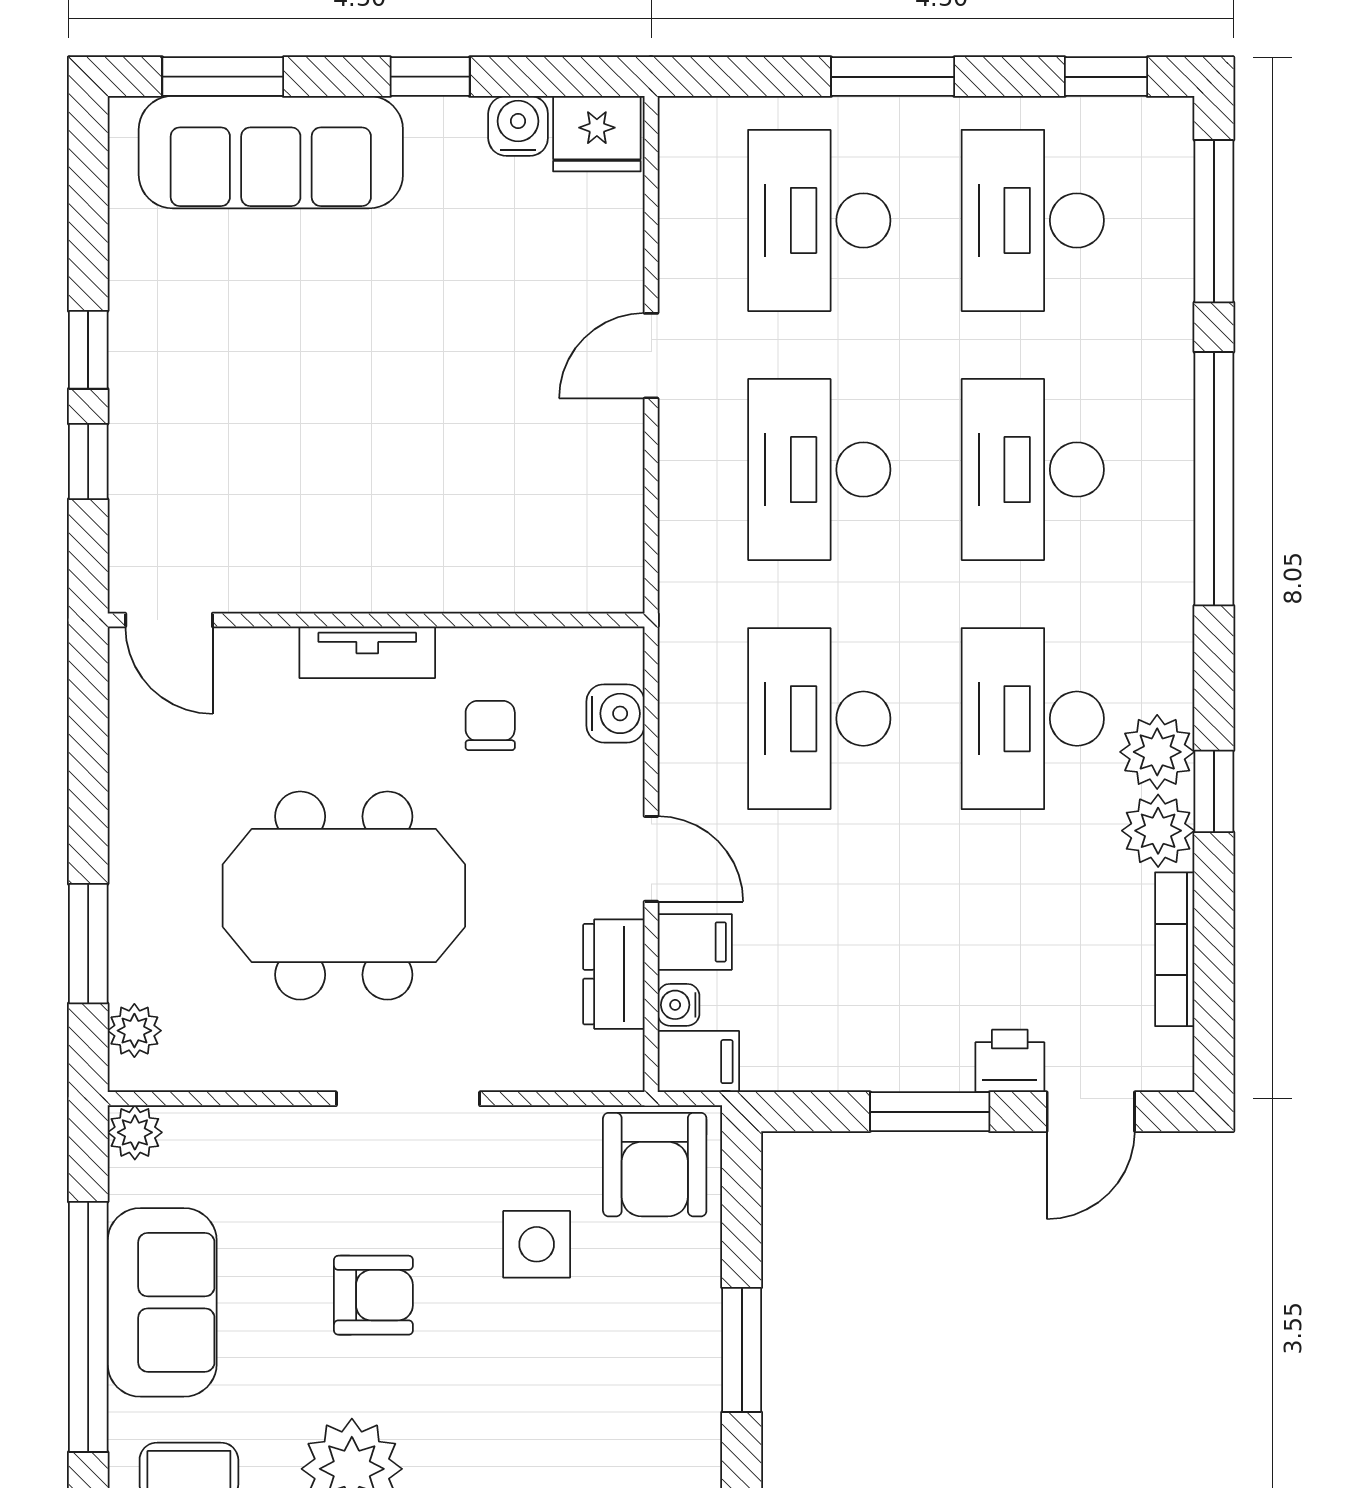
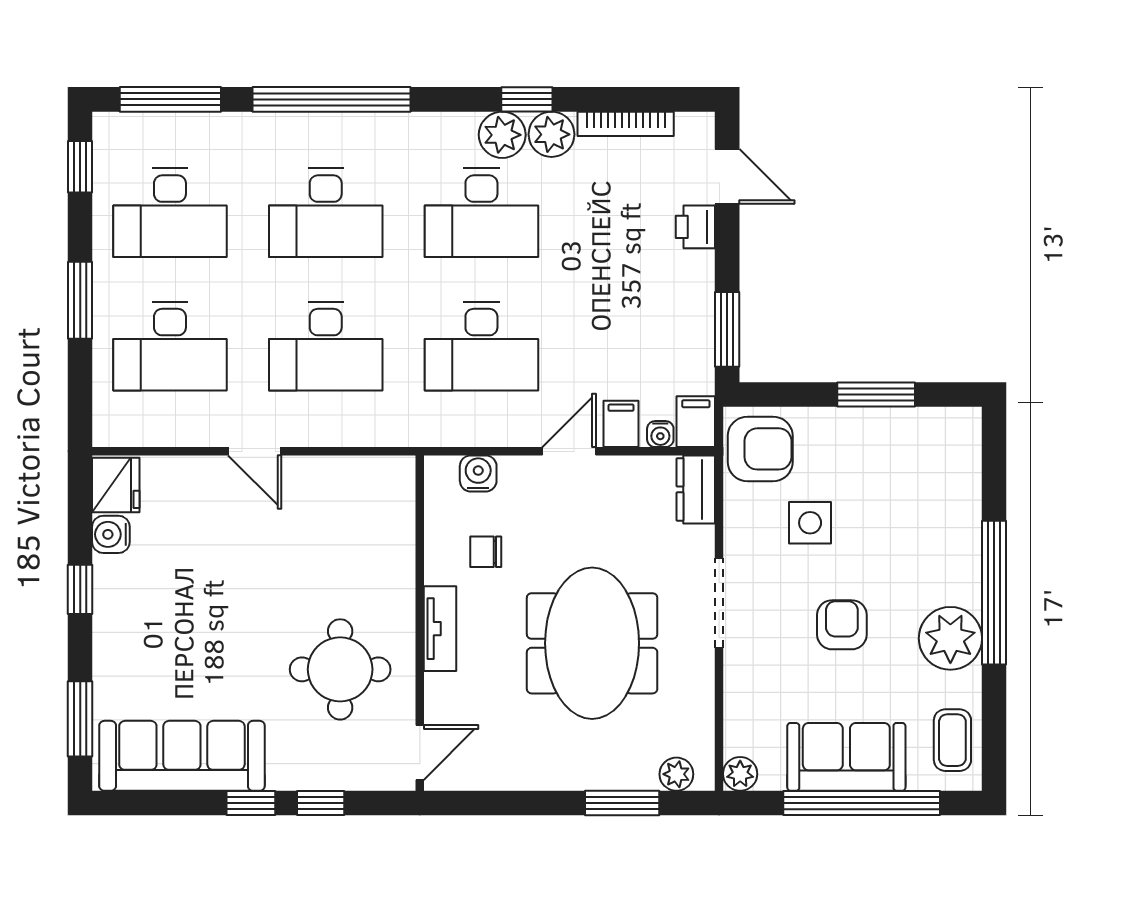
sofa: (271, 152) -> (182, 756), moved, turned -90
round table: (302, 493) -> (340, 669), added
dresser: (614, 974) -> (696, 489), moved, turned 90
window: (930, 1112) -> (727, 329), moved

